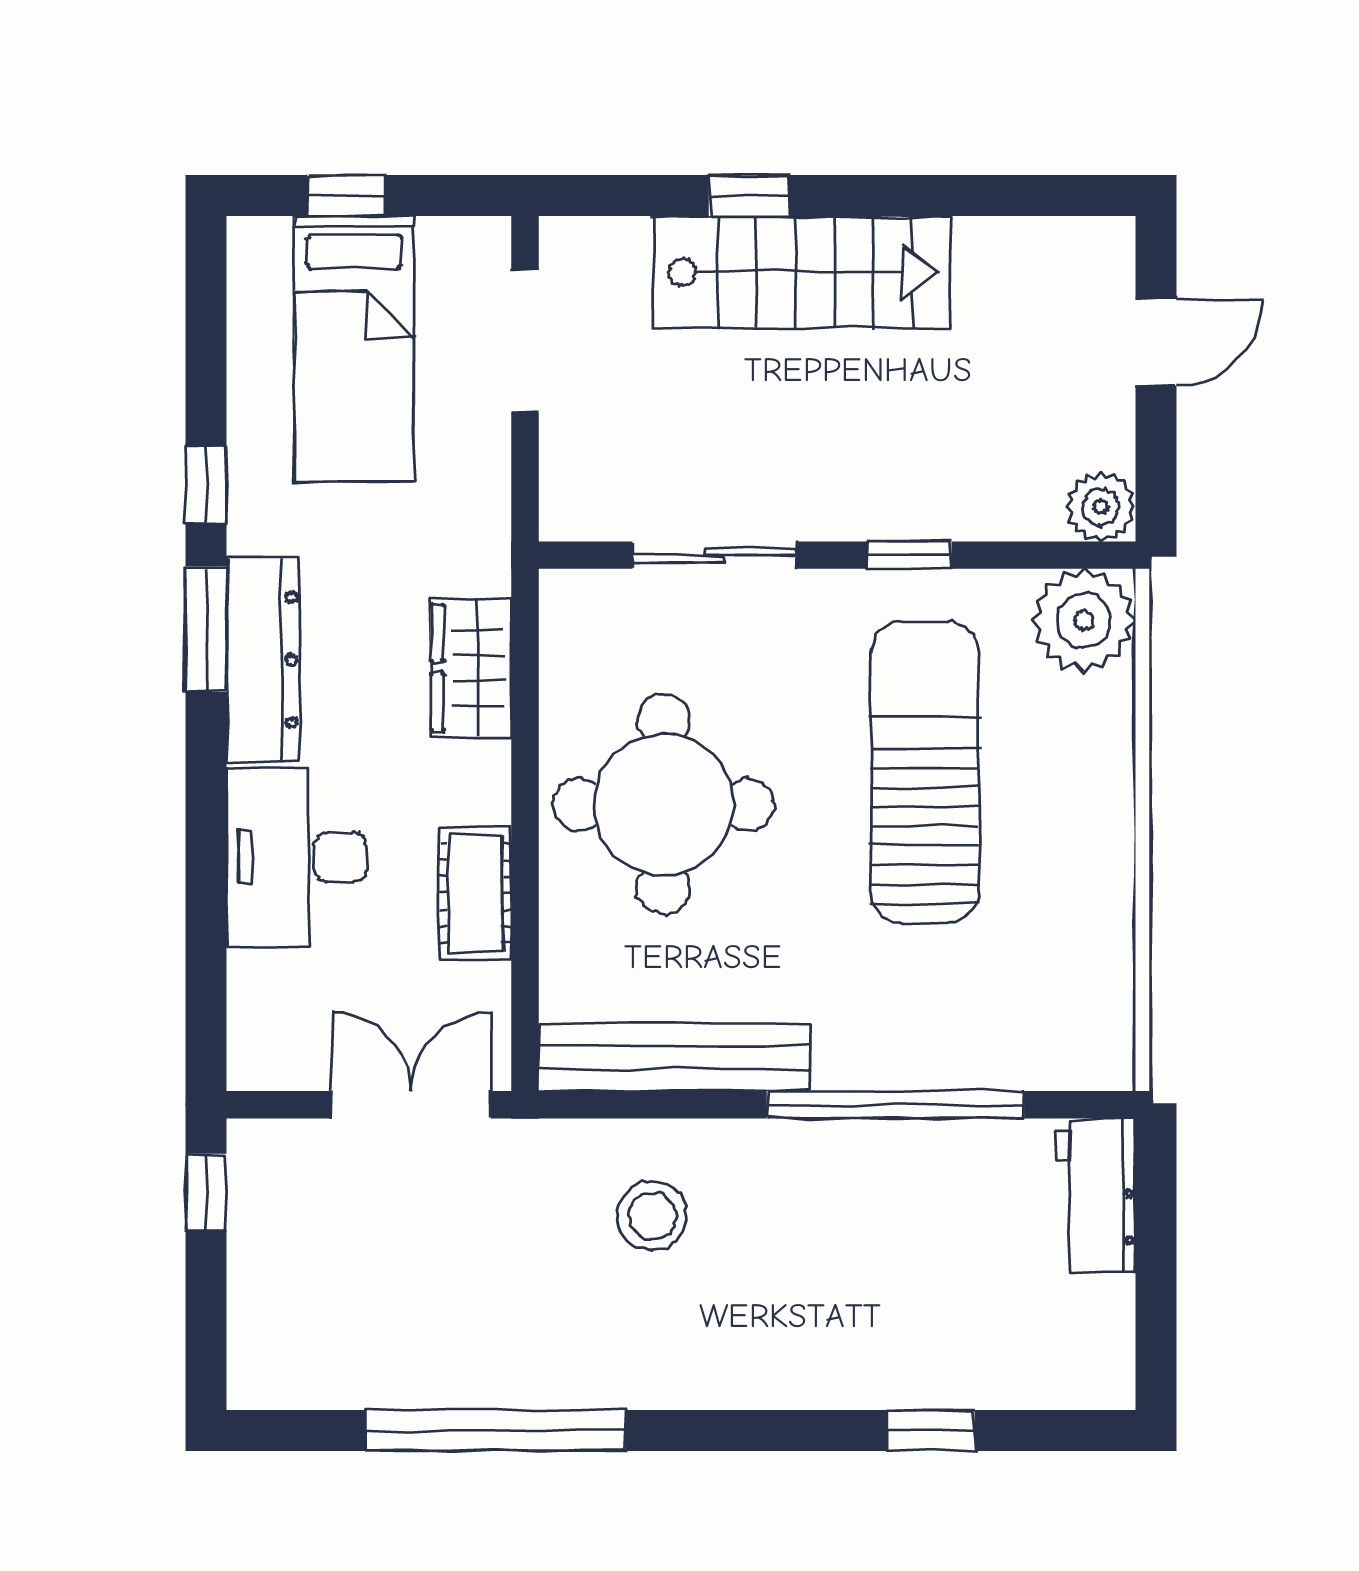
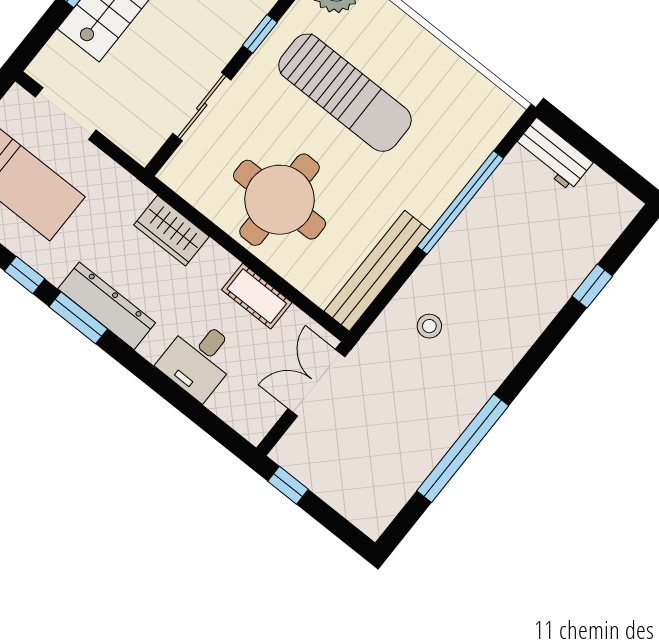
sun lounger: (925, 772) -> (345, 93), turned 180
desk: (297, 857) -> (199, 359), width x0.73
stool: (652, 1216) -> (429, 326), width x0.73, depth x0.73

